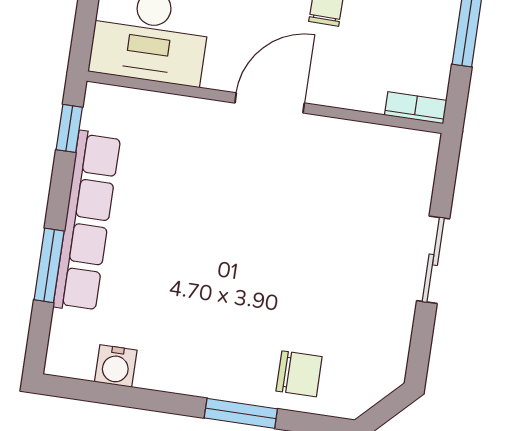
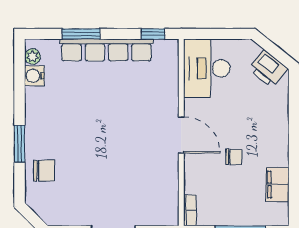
plant: (78, 364) -> (32, 56), added
chair: (299, 374) -> (44, 171), turned -90

